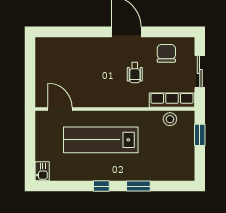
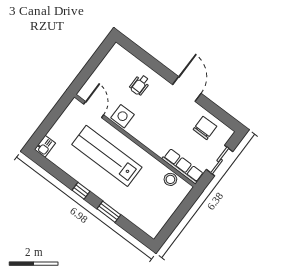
wheelchair: (135, 73) -> (140, 85), moved
side table: (89, 96) -> (123, 116), added
window: (200, 135) -> (184, 208), removed

